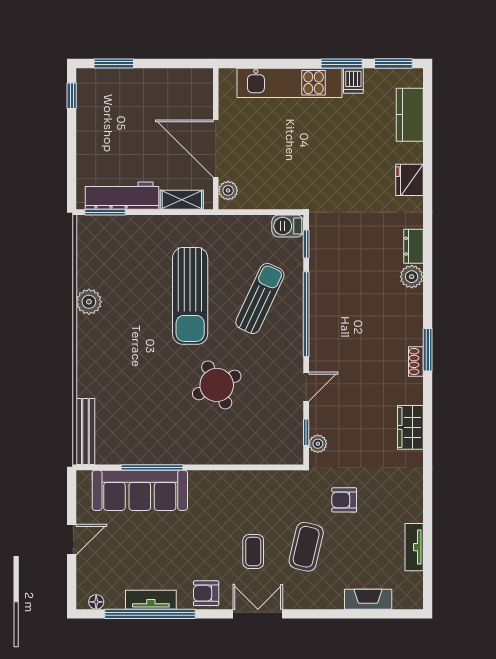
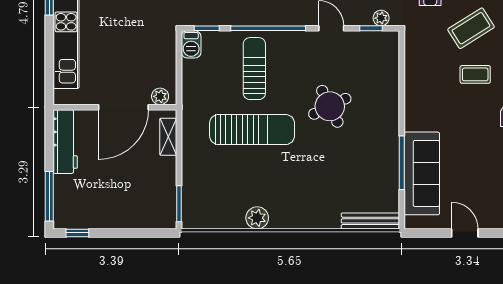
window: (114, 63) -> (49, 196), width x1.44
workbench: (122, 196) -> (65, 142), moved, turned 180
sun lounger: (260, 299) -> (254, 69), turned 65
coffee table: (306, 547) -> (471, 28), turned -45

